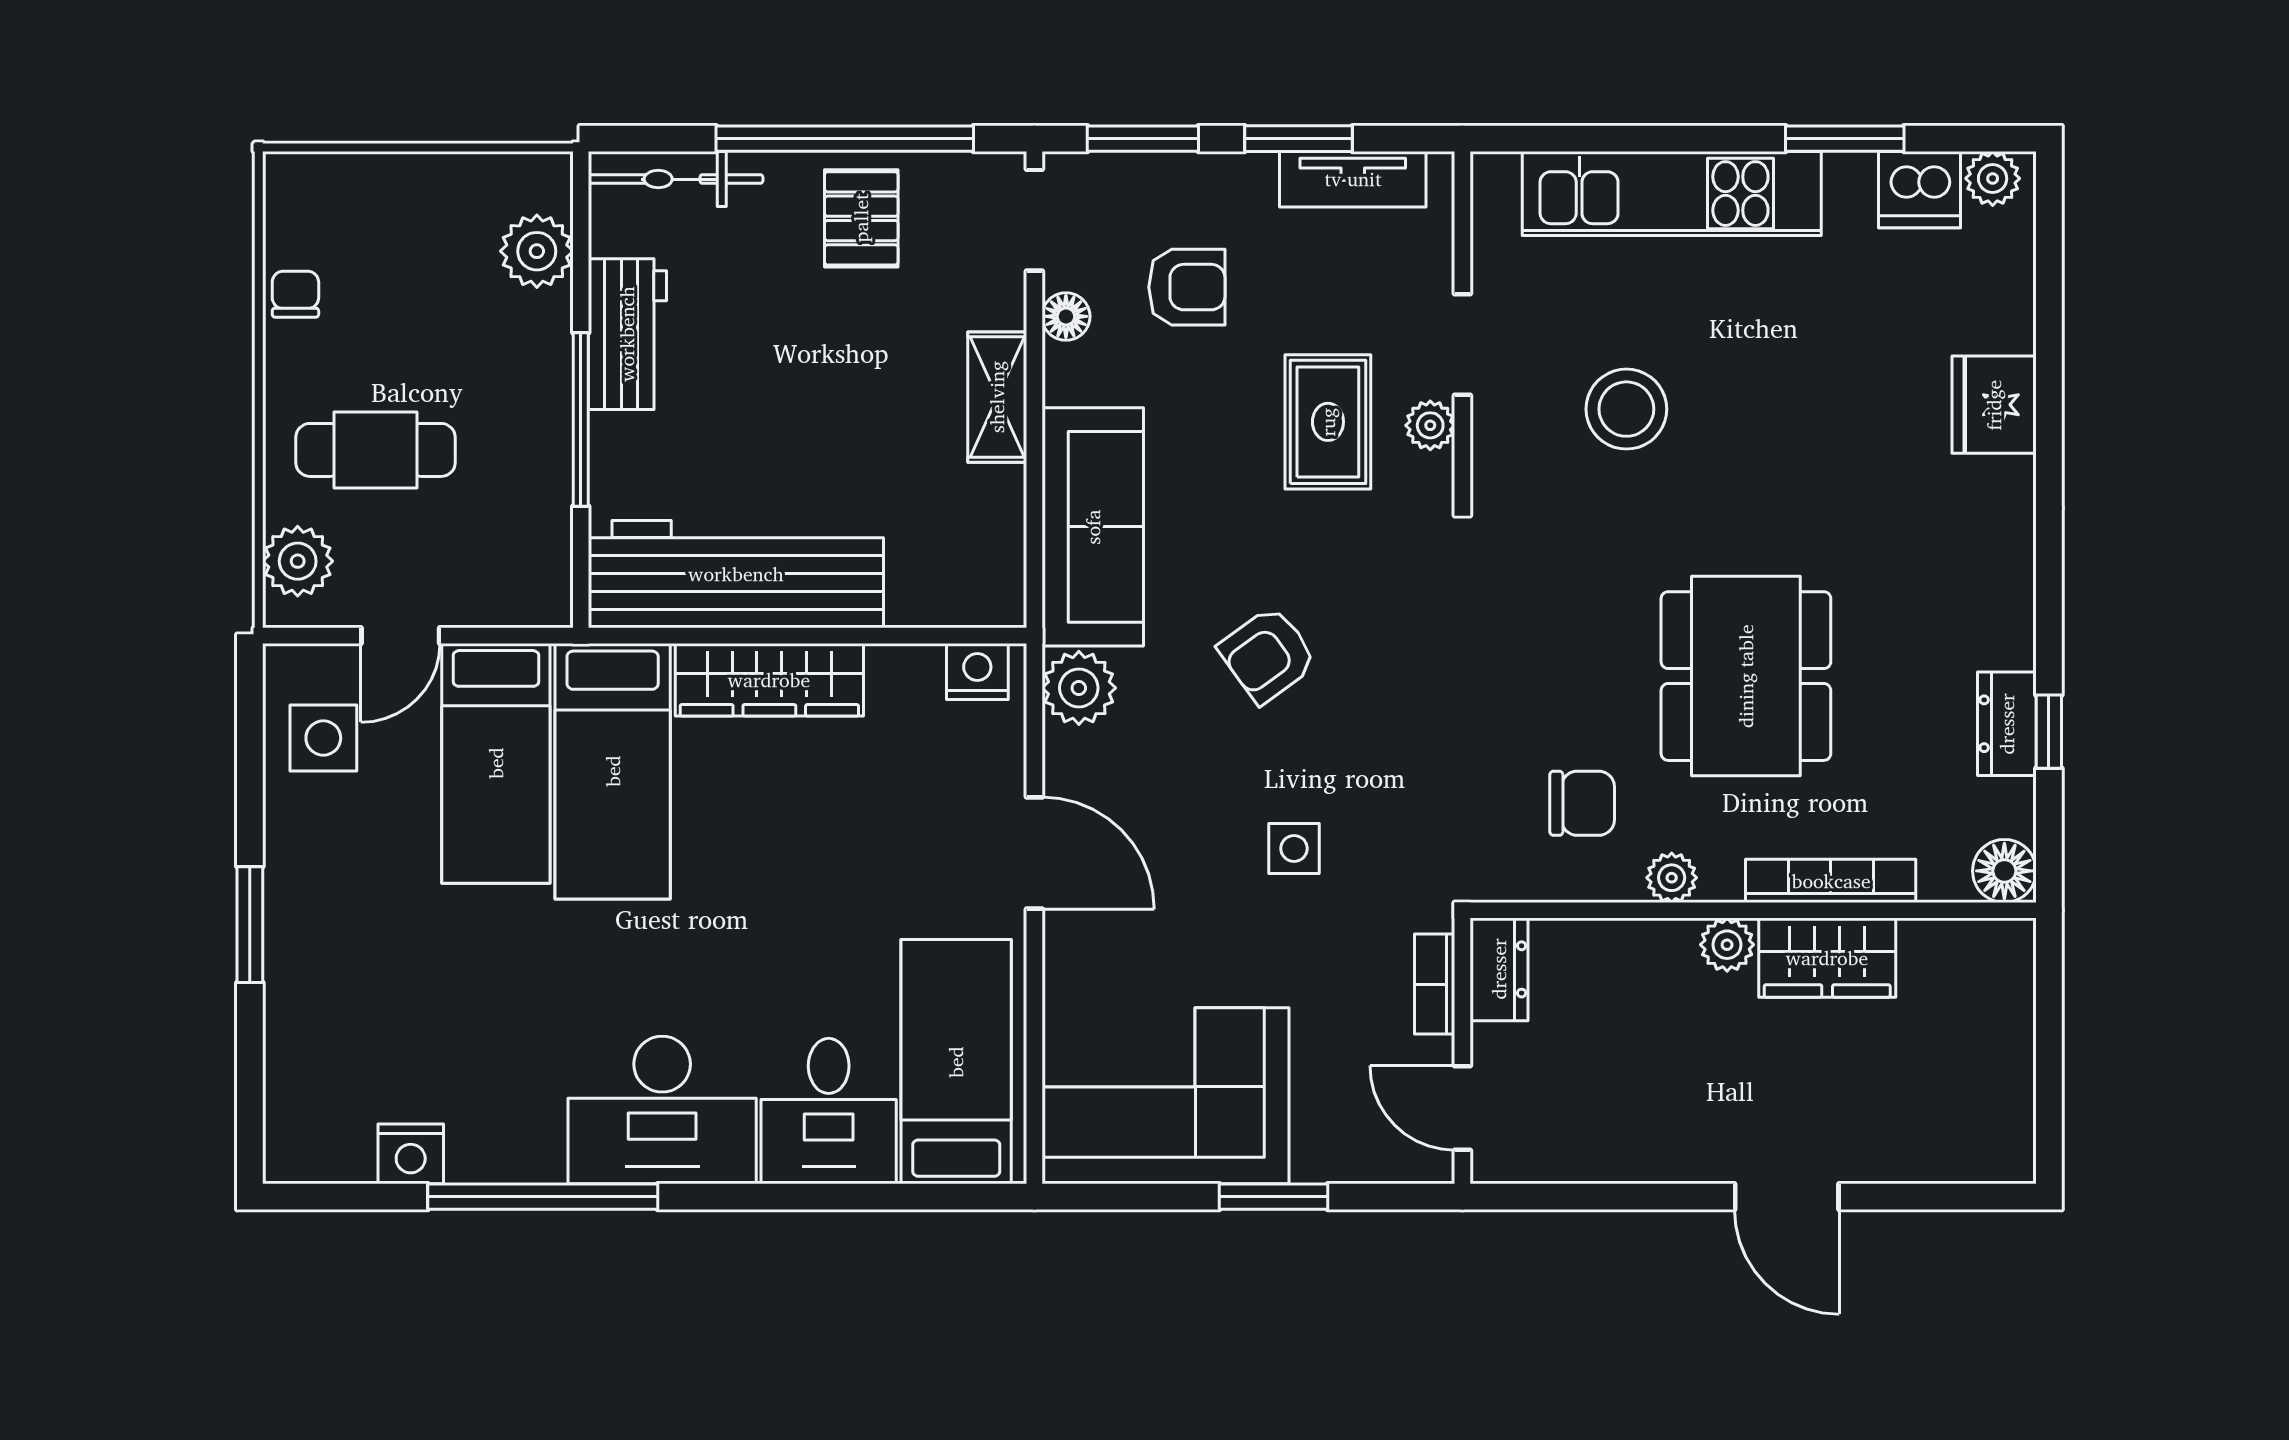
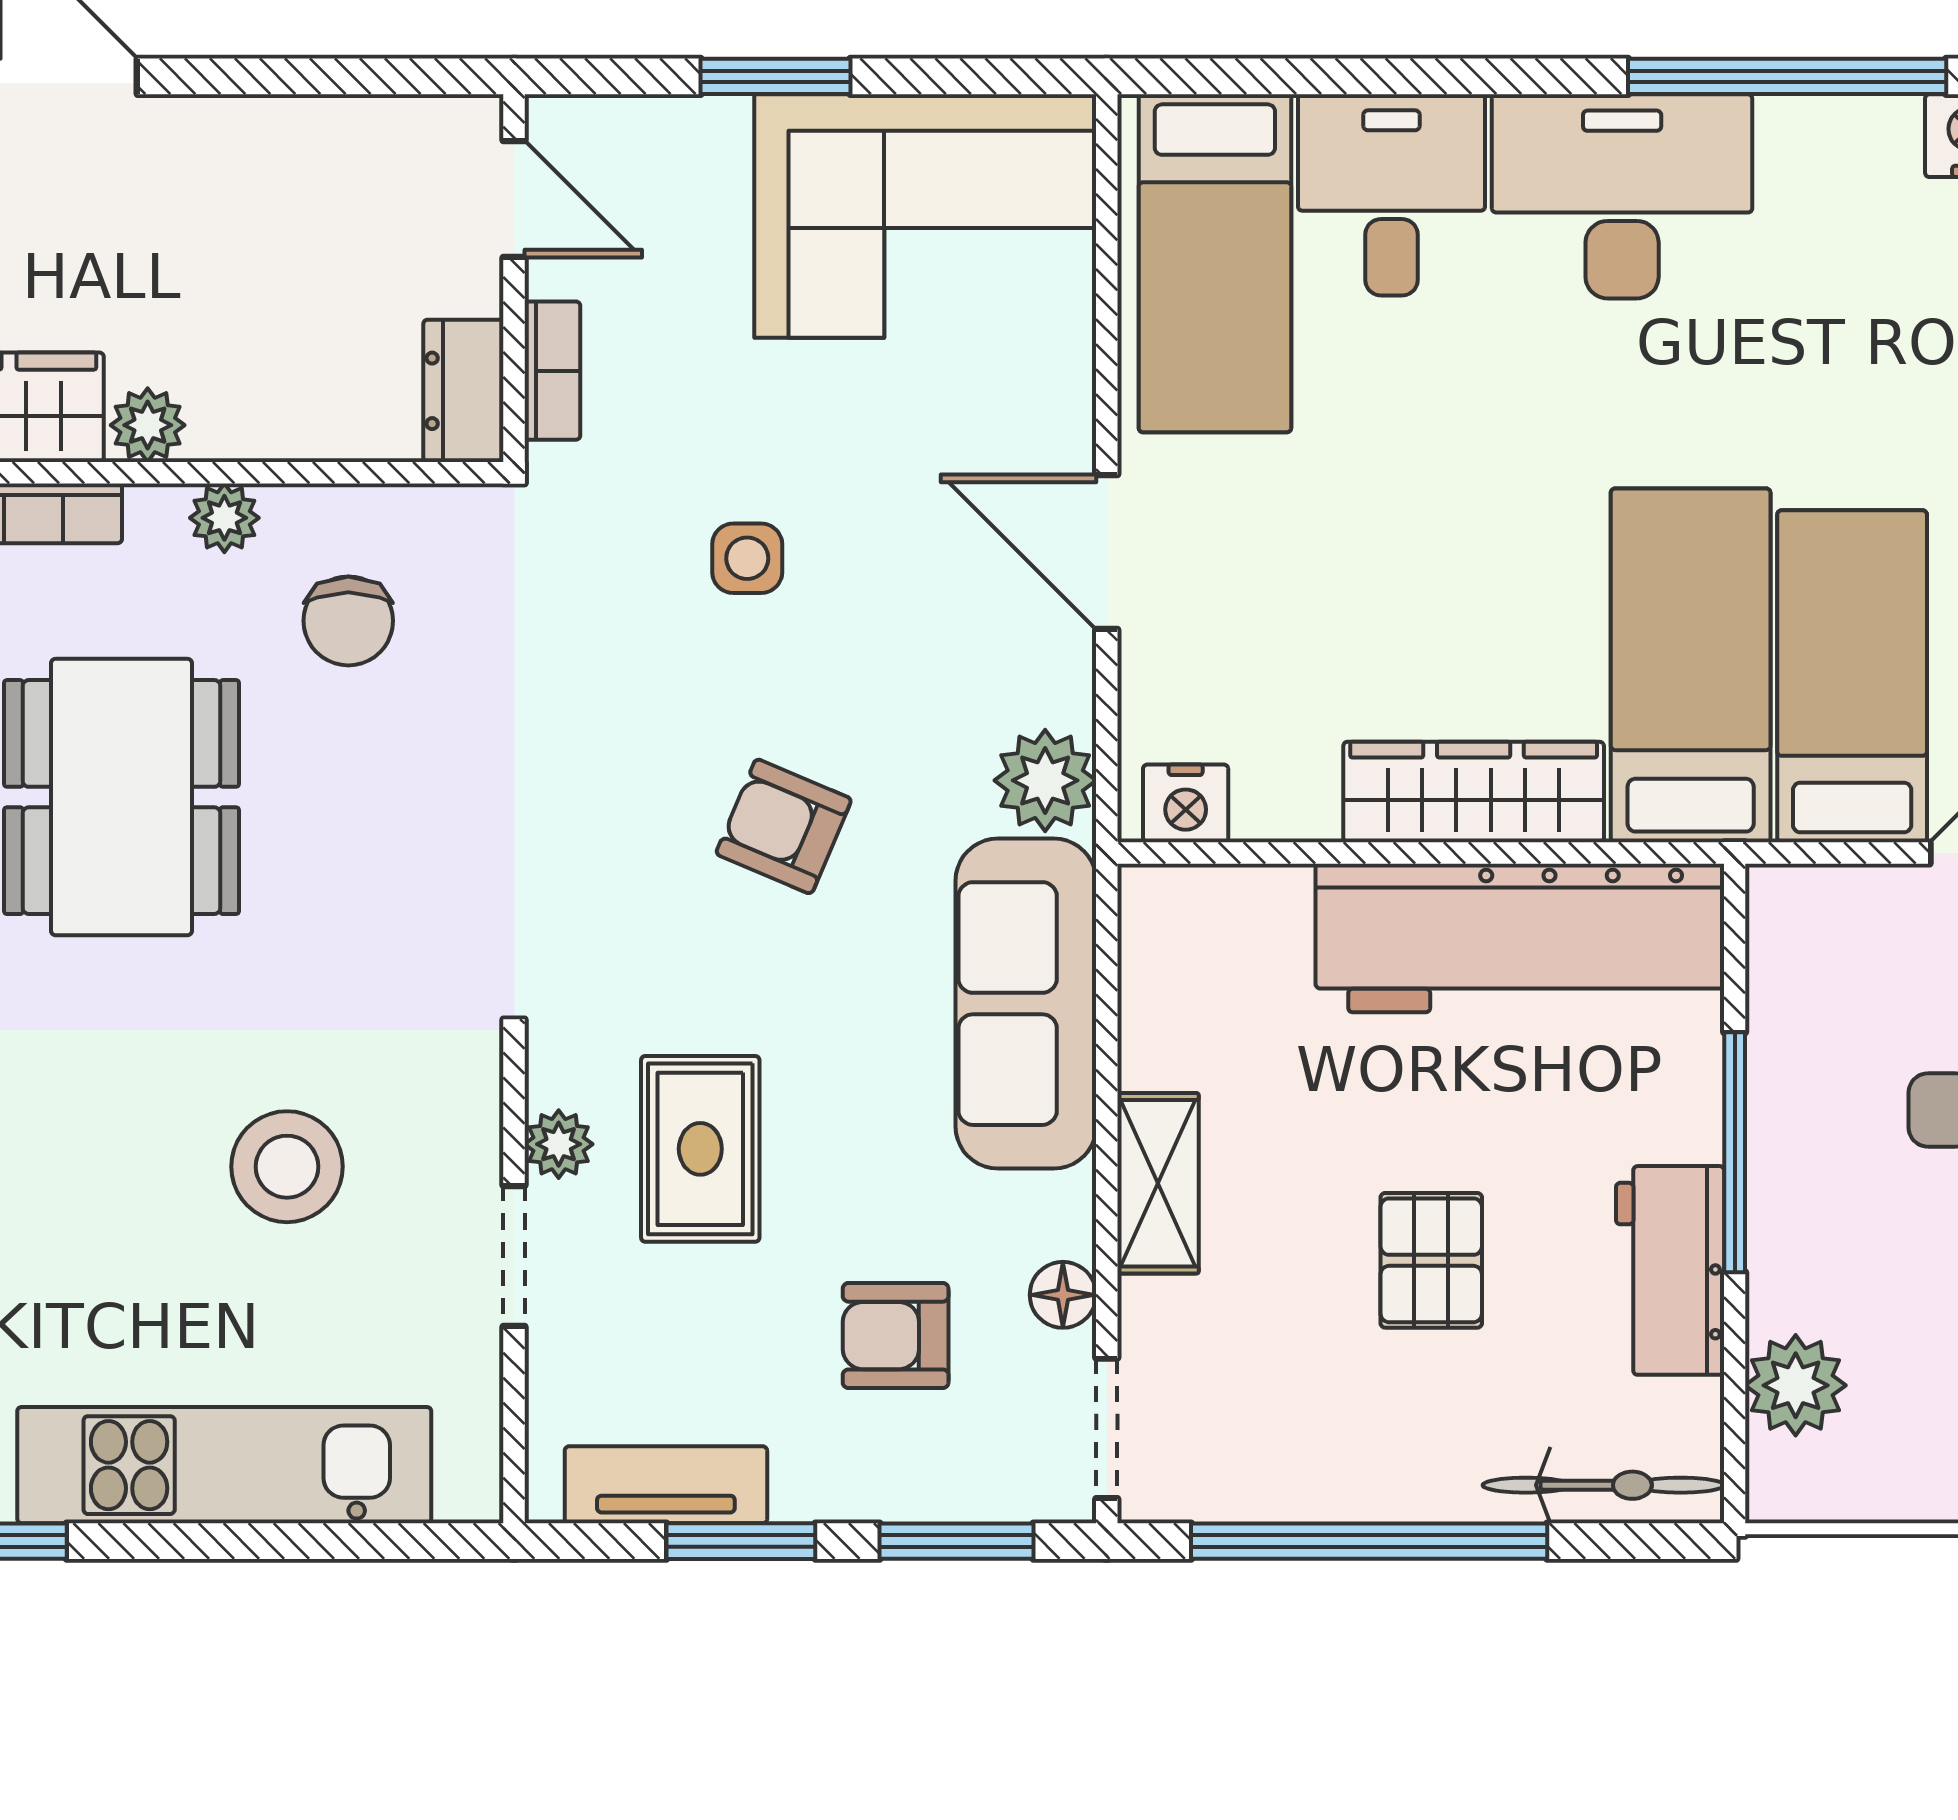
pallet: (861, 218) -> (1431, 1260), moved
armchair: (1268, 655) -> (784, 826), turned -121
chair: (1582, 803) -> (348, 621), turned -90

